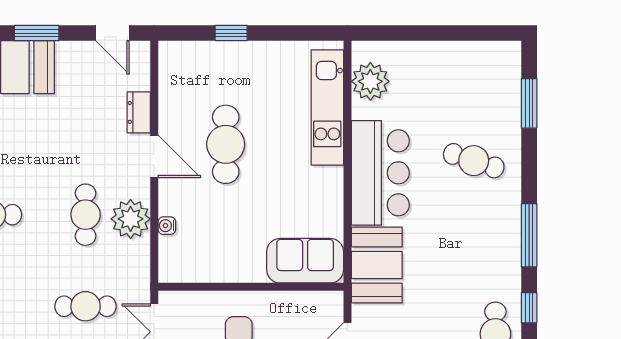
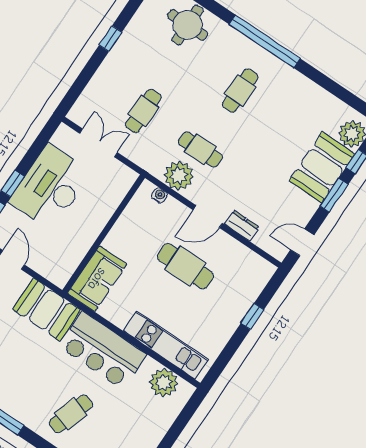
sofa: (305, 261) -> (97, 279), moved
wall: (251, 287) -> (104, 234), moved

